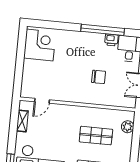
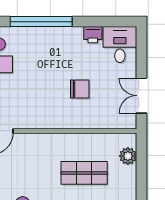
window: (103, 30) -> (41, 22), moved

